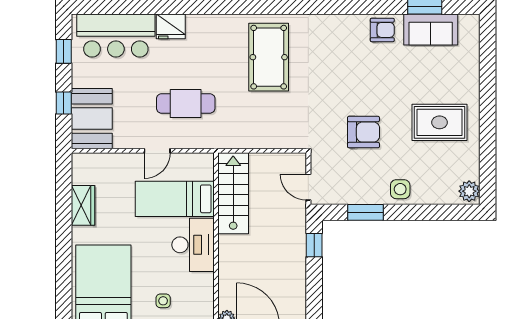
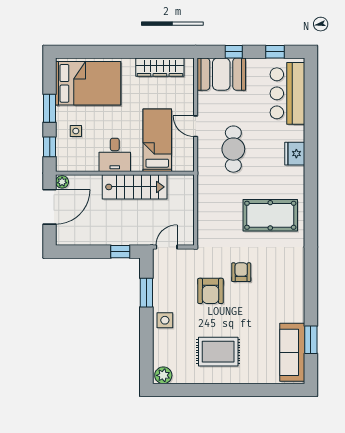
fridge: (171, 26) -> (295, 154), moved
armchair: (382, 30) -> (241, 272), moved, turned 180
sofa: (431, 30) -> (292, 352), width x1.36
rug: (440, 122) -> (218, 352), turned 90
stairs: (233, 193) -> (135, 187), moved
wardrobe: (83, 205) -> (160, 67), width x1.50
desk: (193, 245) -> (115, 155), width x0.73

